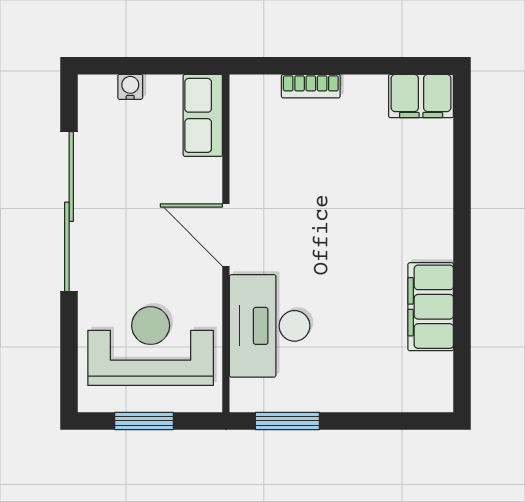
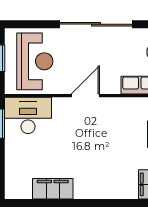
desk: (270, 326) -> (28, 115), moved

